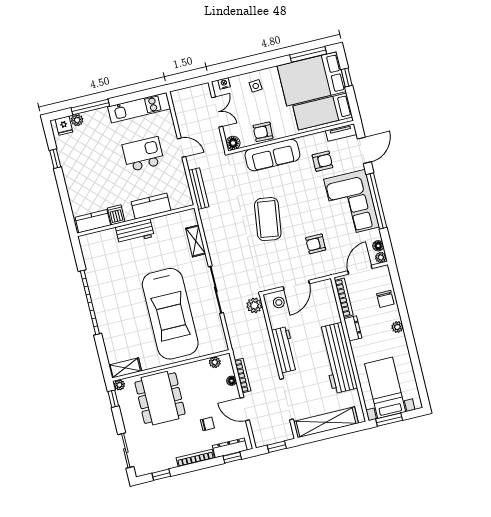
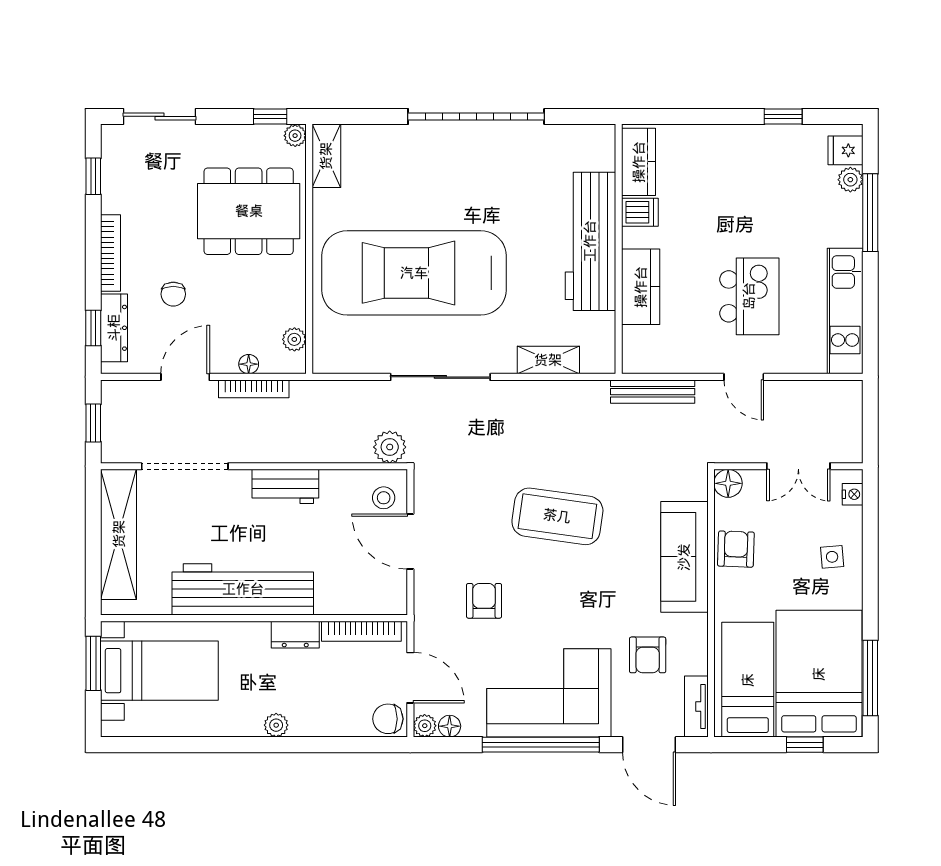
door: (182, 148) -> (744, 377), hinge flipped
workbench: (135, 232) -> (590, 241), width x1.88, depth x1.32
chair: (385, 299) -> (388, 719), moved
workbench: (285, 350) -> (285, 486), width x0.73

